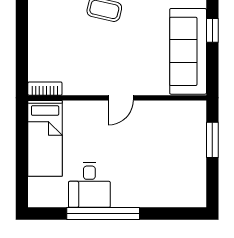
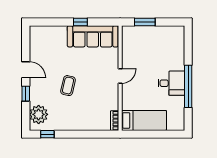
door: (121, 98) -> (120, 76), hinge flipped
desk: (89, 185) -> (171, 83), moved

